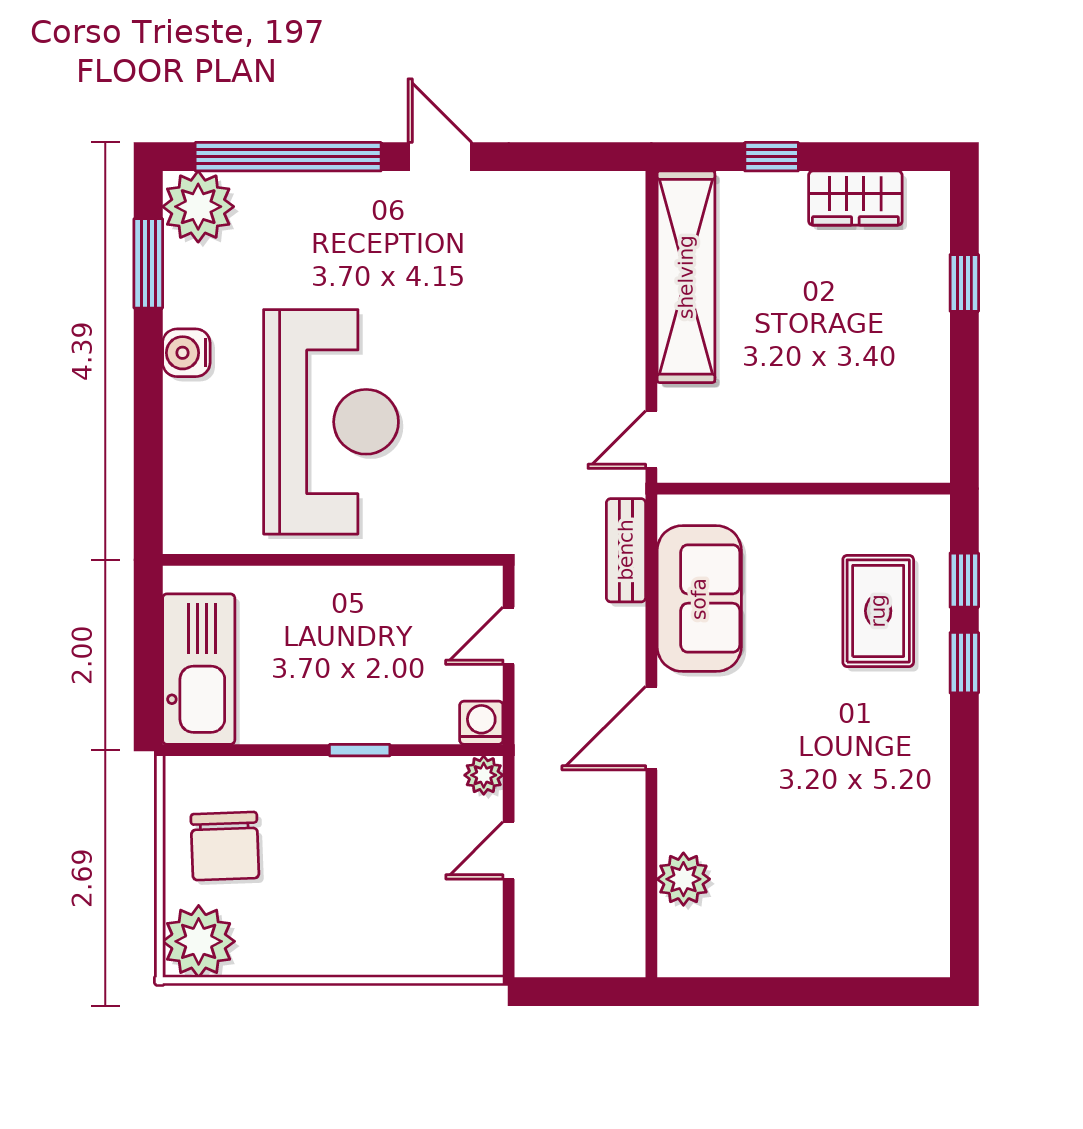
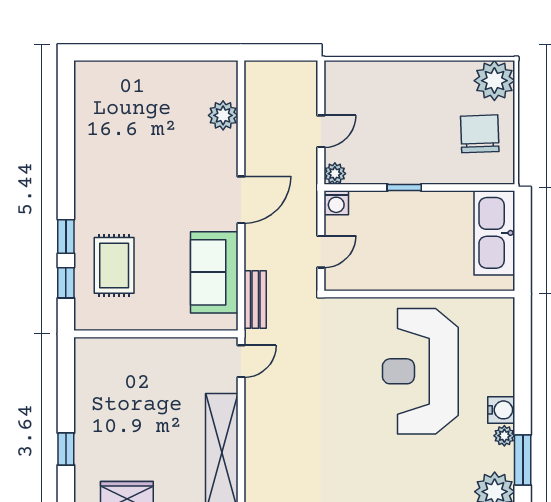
plant: (181, 307) -> (504, 436), added

